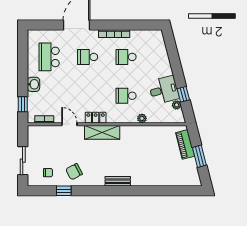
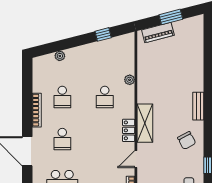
desk: (164, 90) -> (98, 56), removed
plant: (177, 105) -> (60, 56), moved
chair: (74, 172) -> (187, 140), moved

